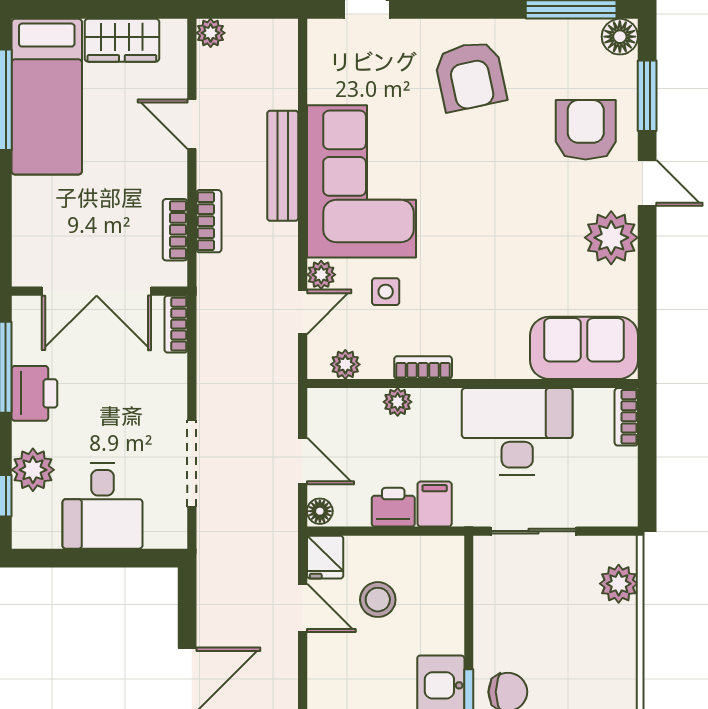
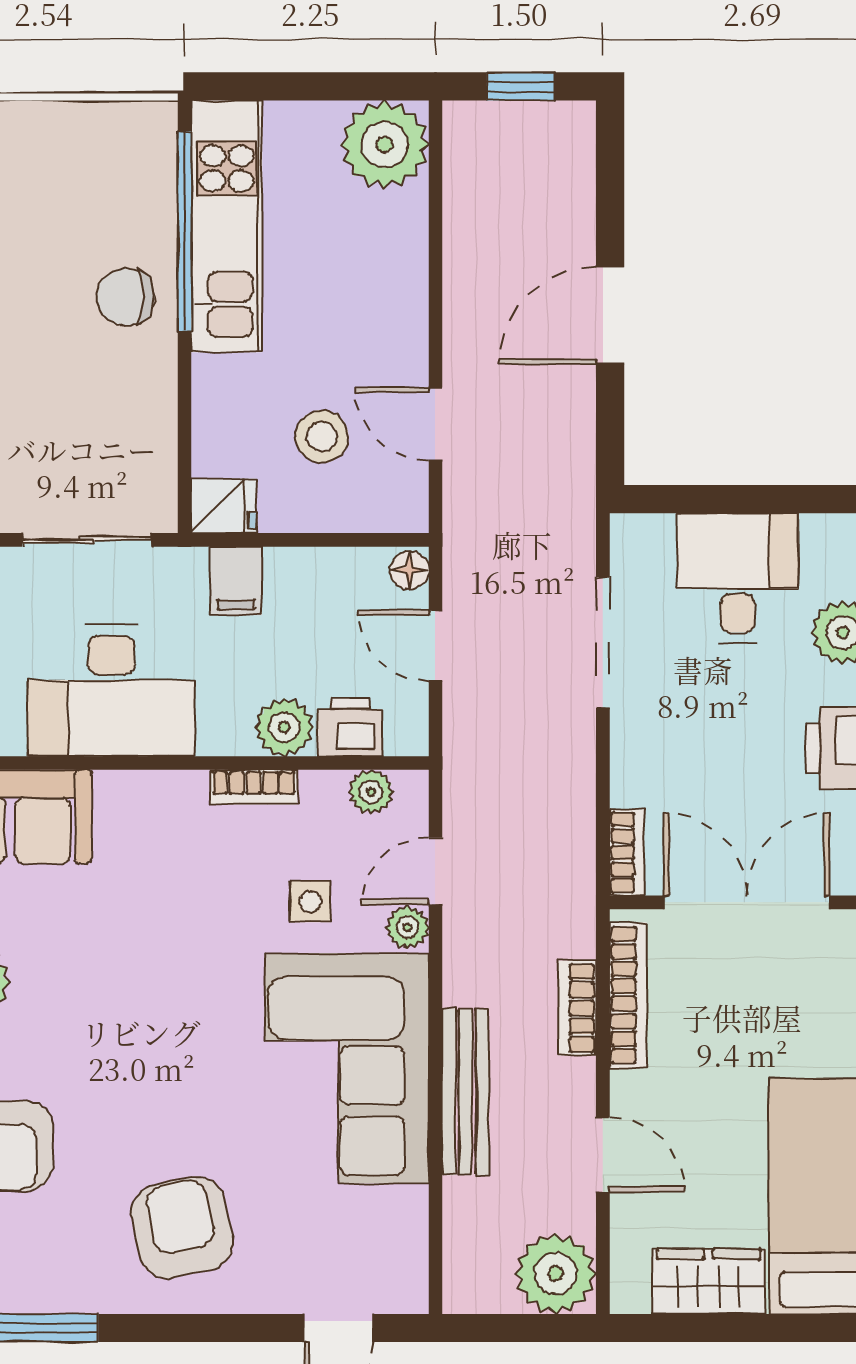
plant: (211, 33) -> (556, 1274), width x1.88, depth x1.88
bookcase: (175, 230) -> (628, 995), width x1.56
plant: (398, 402) -> (284, 727), width x1.38, depth x1.38
printer: (393, 507) -> (350, 727), moved, turned 180
fridge: (325, 557) -> (224, 506), moved, turned 90

